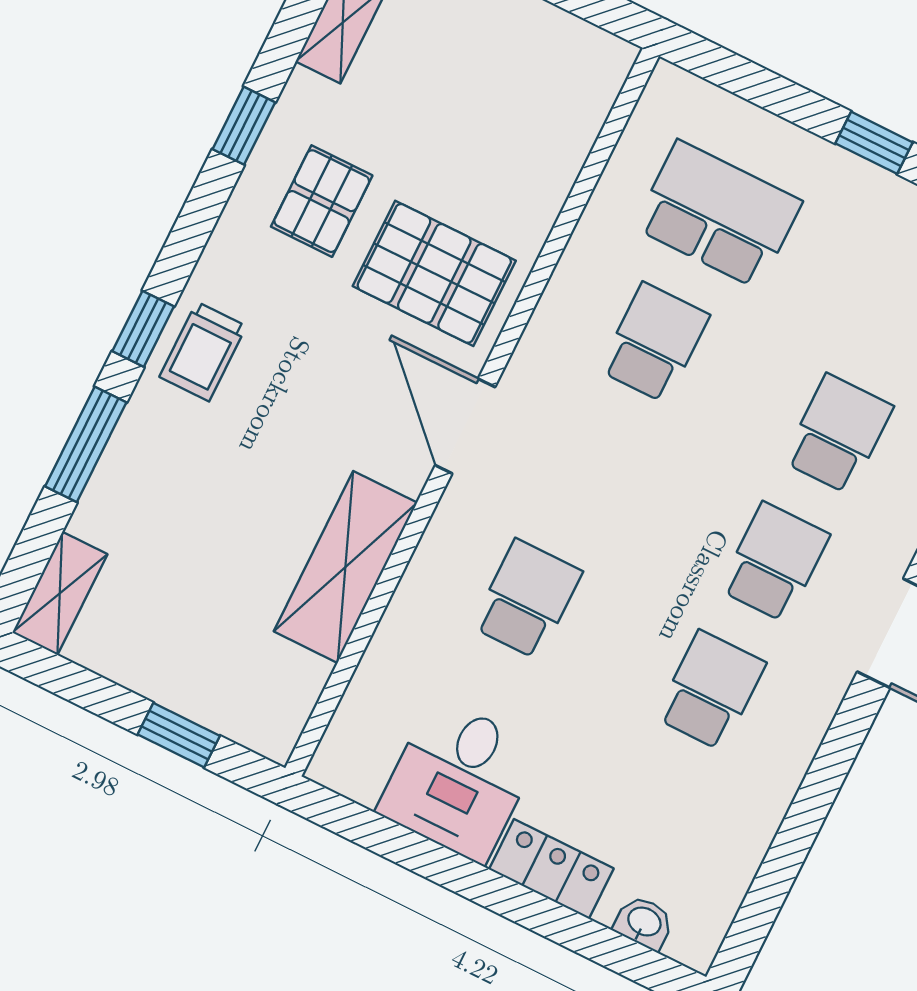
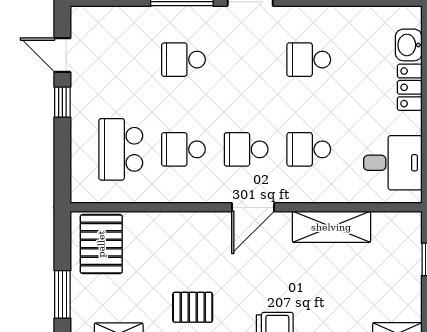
pallet: (434, 273) -> (101, 244), moved
school desk: (774, 562) -> (246, 149), moved
desk: (459, 780) -> (393, 163), moved
washbasin: (644, 923) -> (409, 45), width x1.38, depth x1.45

